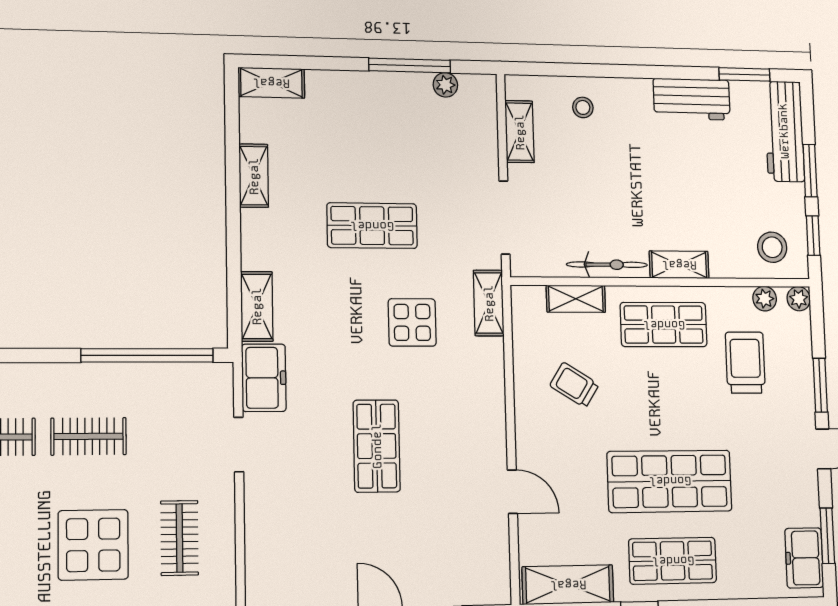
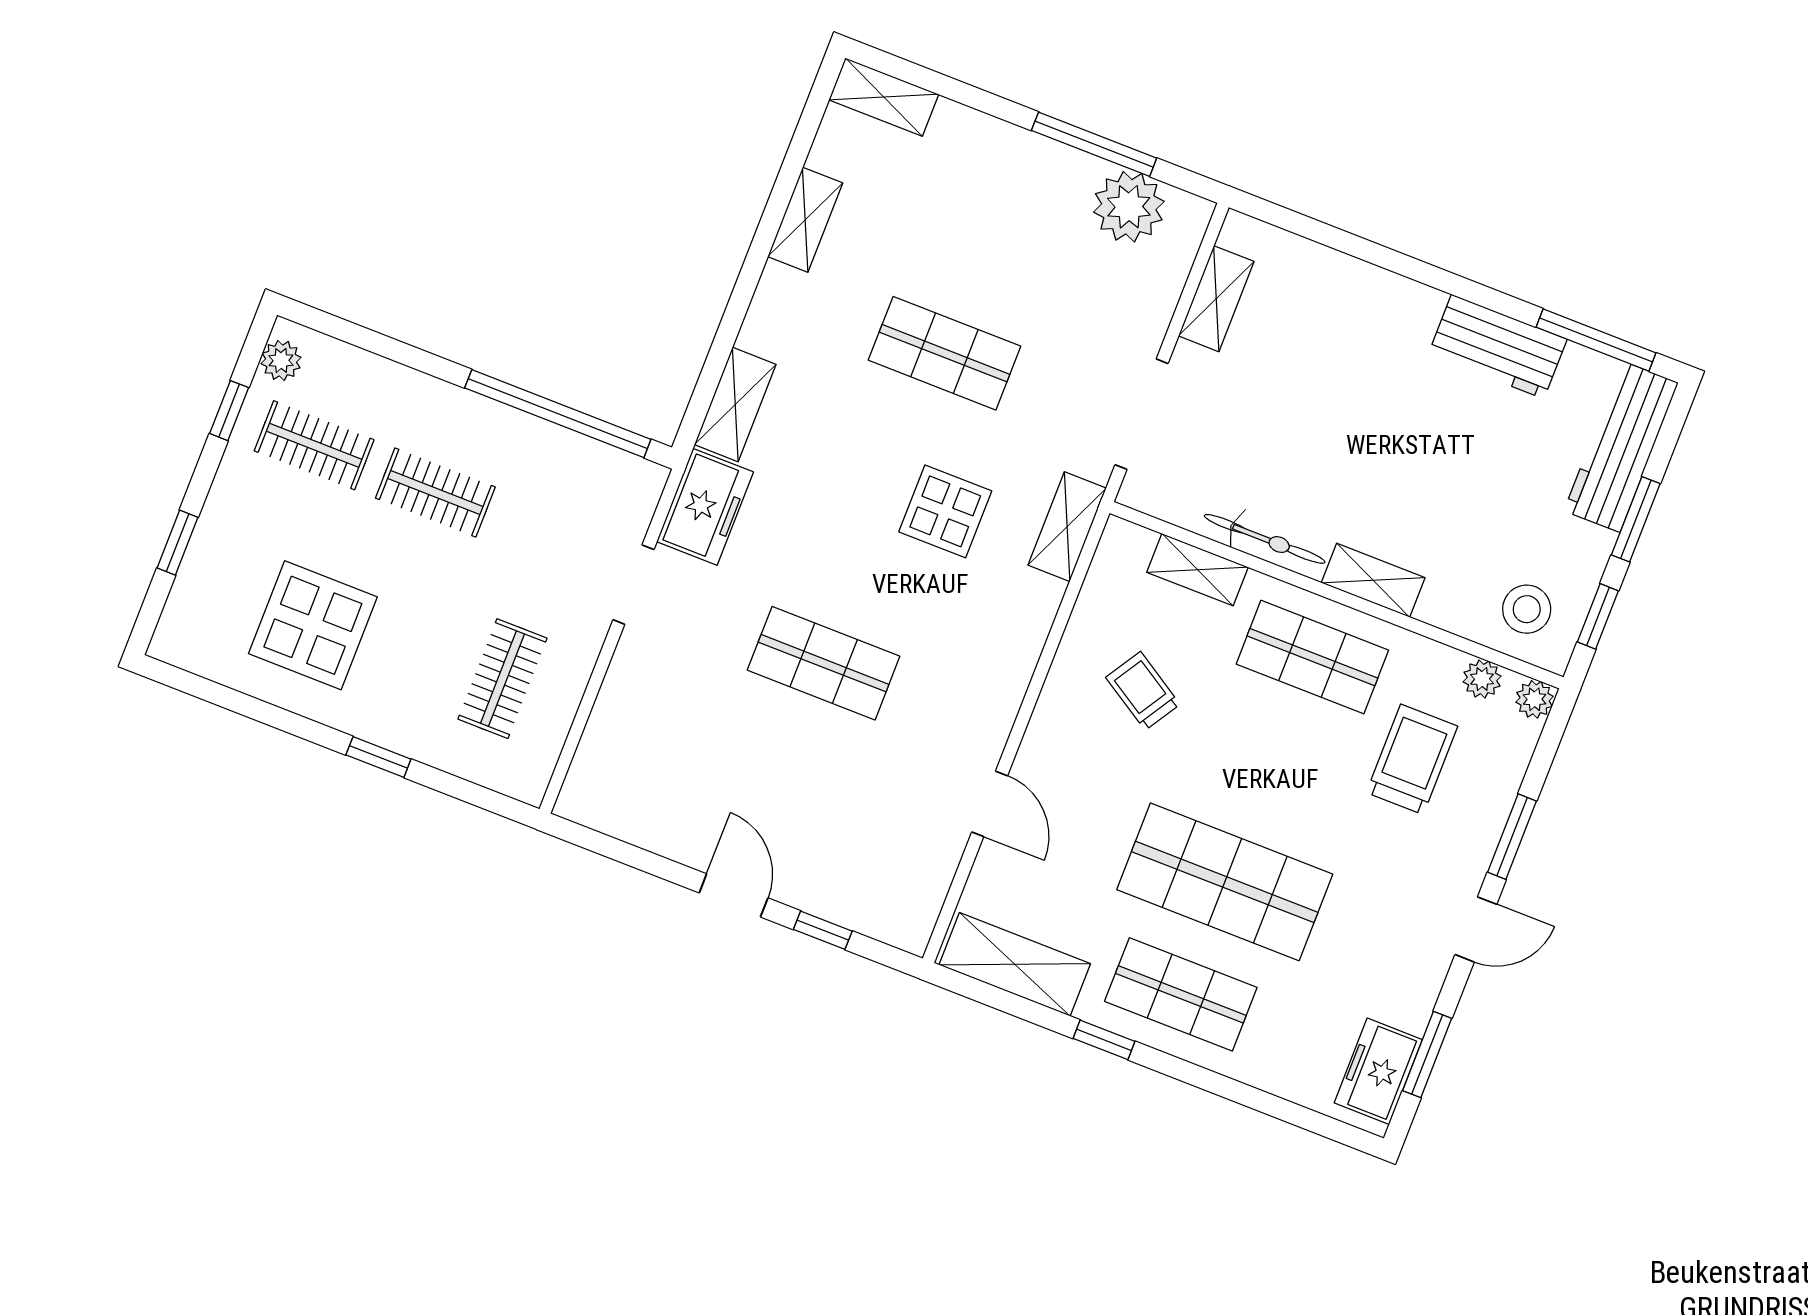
window: (745, 74) -> (1596, 340), width x1.44
plant: (445, 85) -> (1129, 207), width x1.88, depth x1.88
stool: (583, 107) -> (1326, 298), removed
shop shelf: (377, 446) -> (824, 663), turned 90
display table: (93, 545) -> (313, 625), moved

